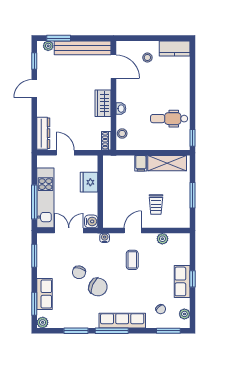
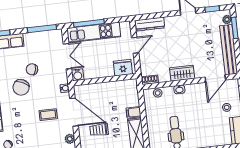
fridge: (89, 182) -> (123, 68), moved
door: (133, 231) -> (74, 112), width x1.88
window: (34, 256) -> (42, 29), width x1.44

